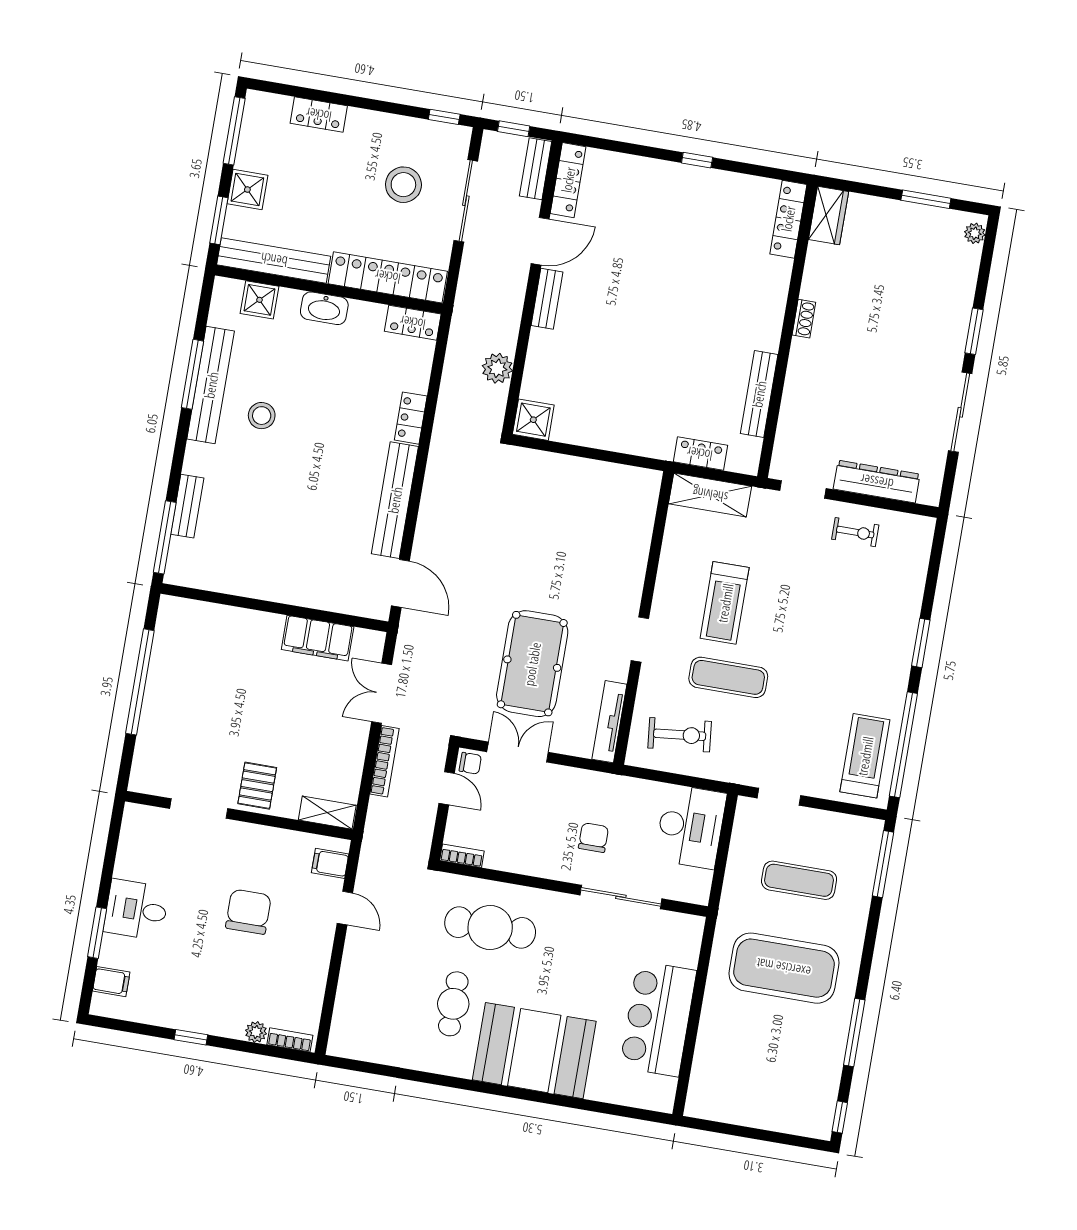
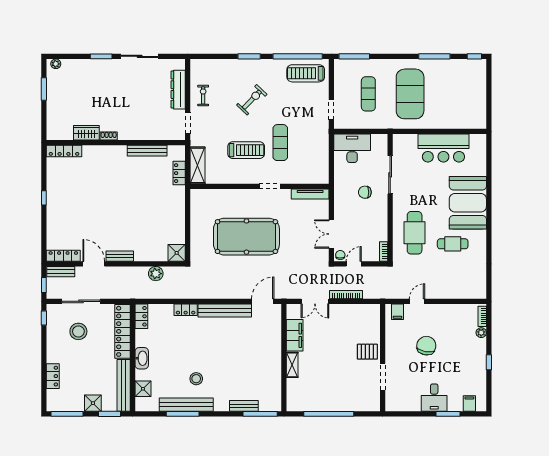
wardrobe: (828, 215) -> (86, 133), moved
pool table: (532, 664) -> (246, 237), moved, width x1.36, depth x1.32
exercise bike: (680, 735) -> (252, 100), moved, turned 50
shelving: (327, 813) -> (292, 365), moved
chair: (248, 912) -> (426, 346), turned 101

